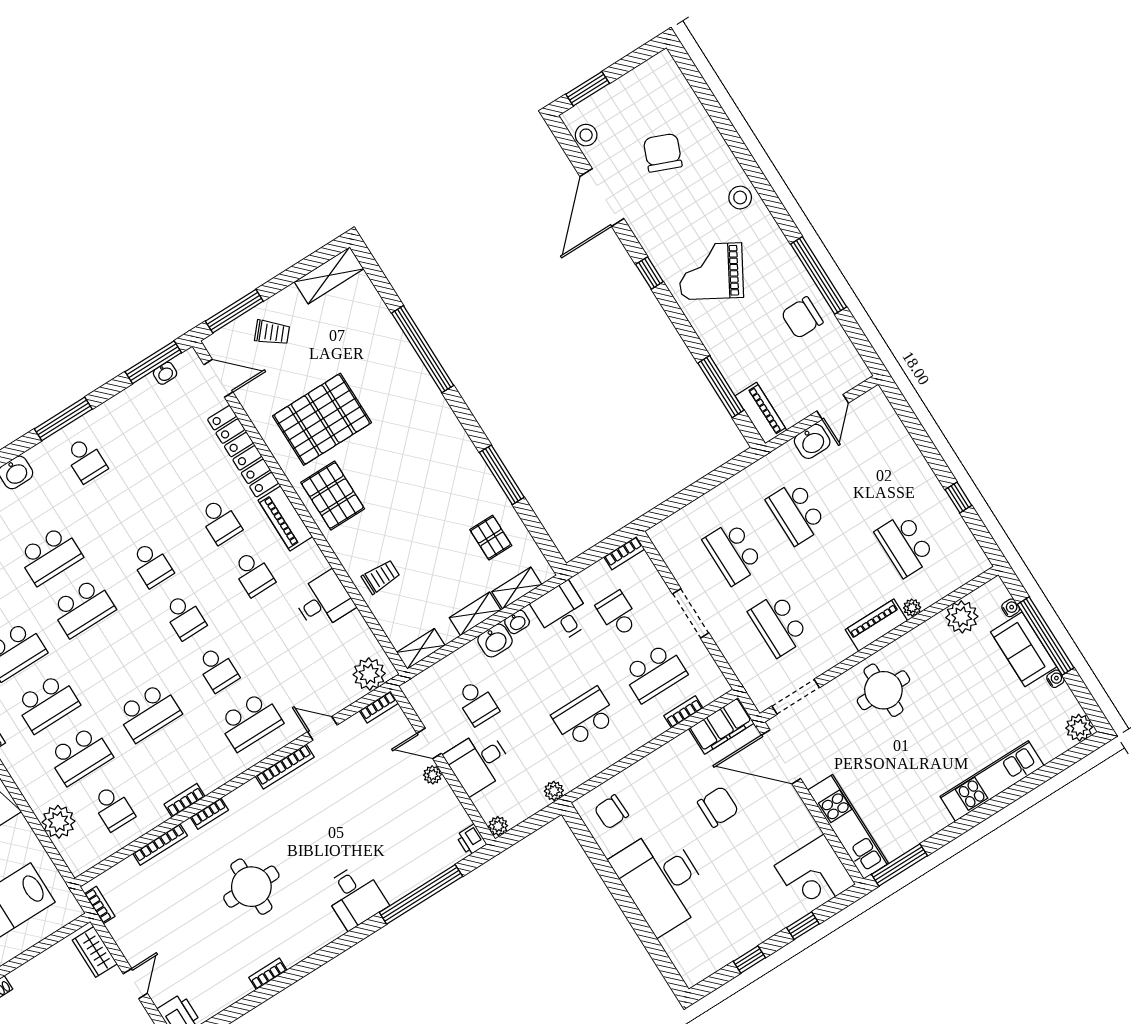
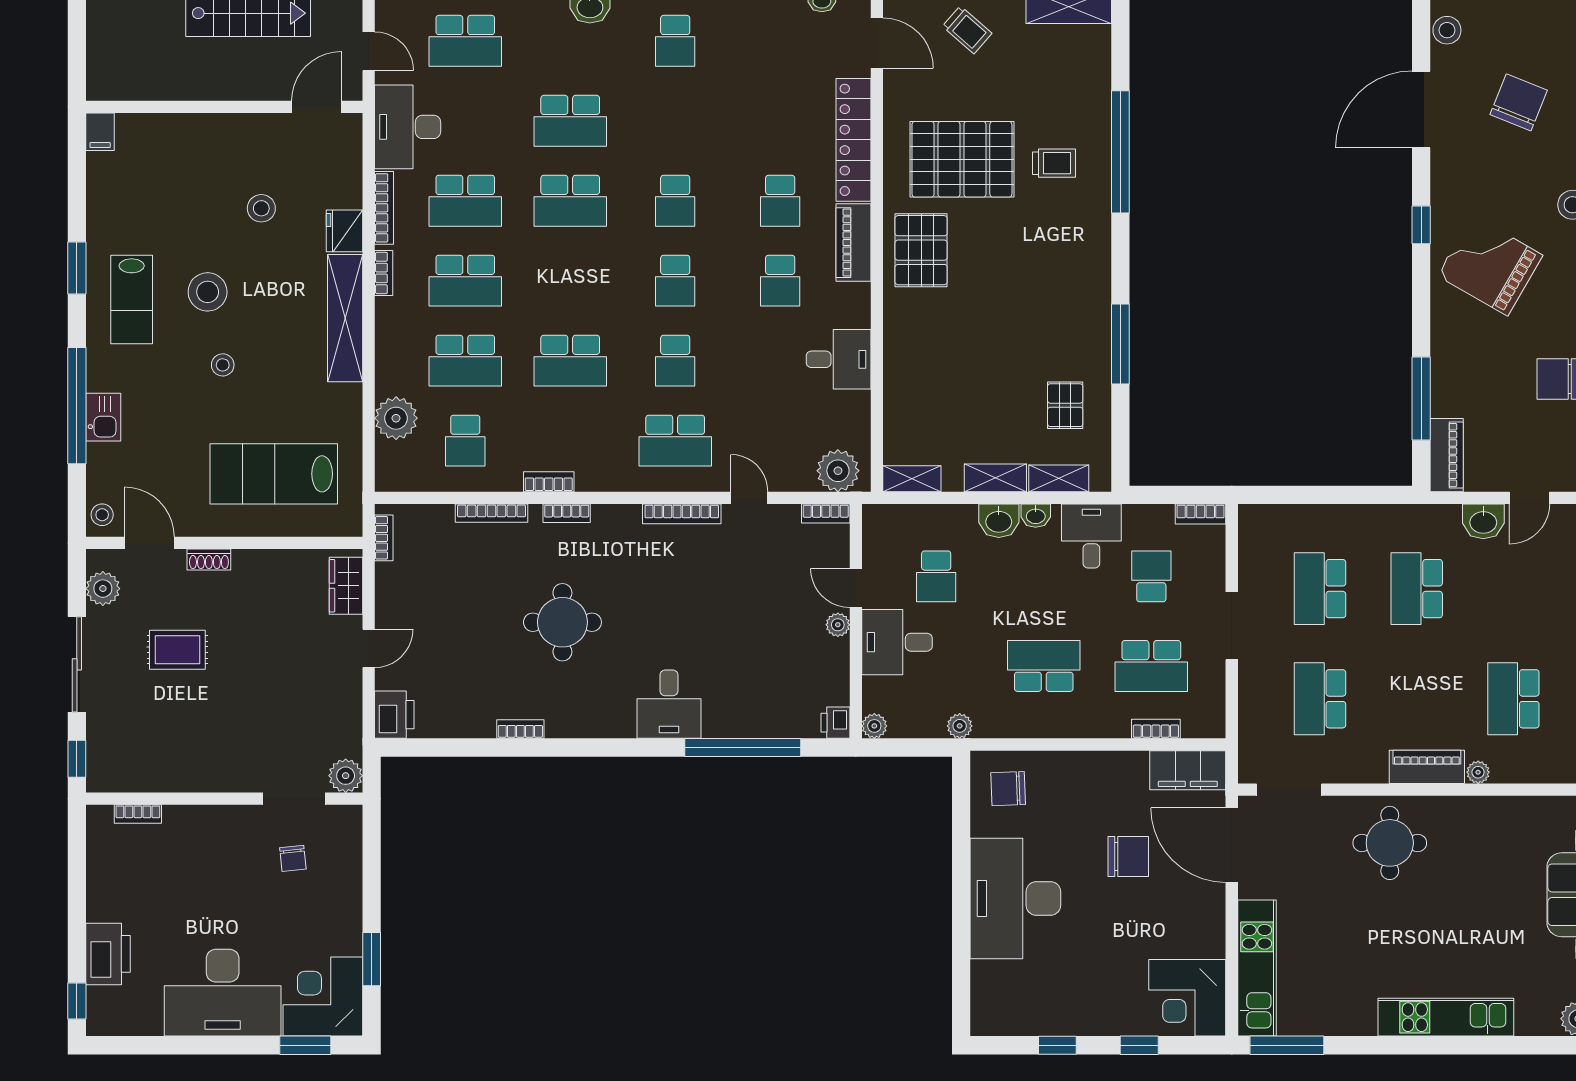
trolley: (381, 577) -> (1054, 163), moved
plant: (962, 617) -> (1526, 817), removed

